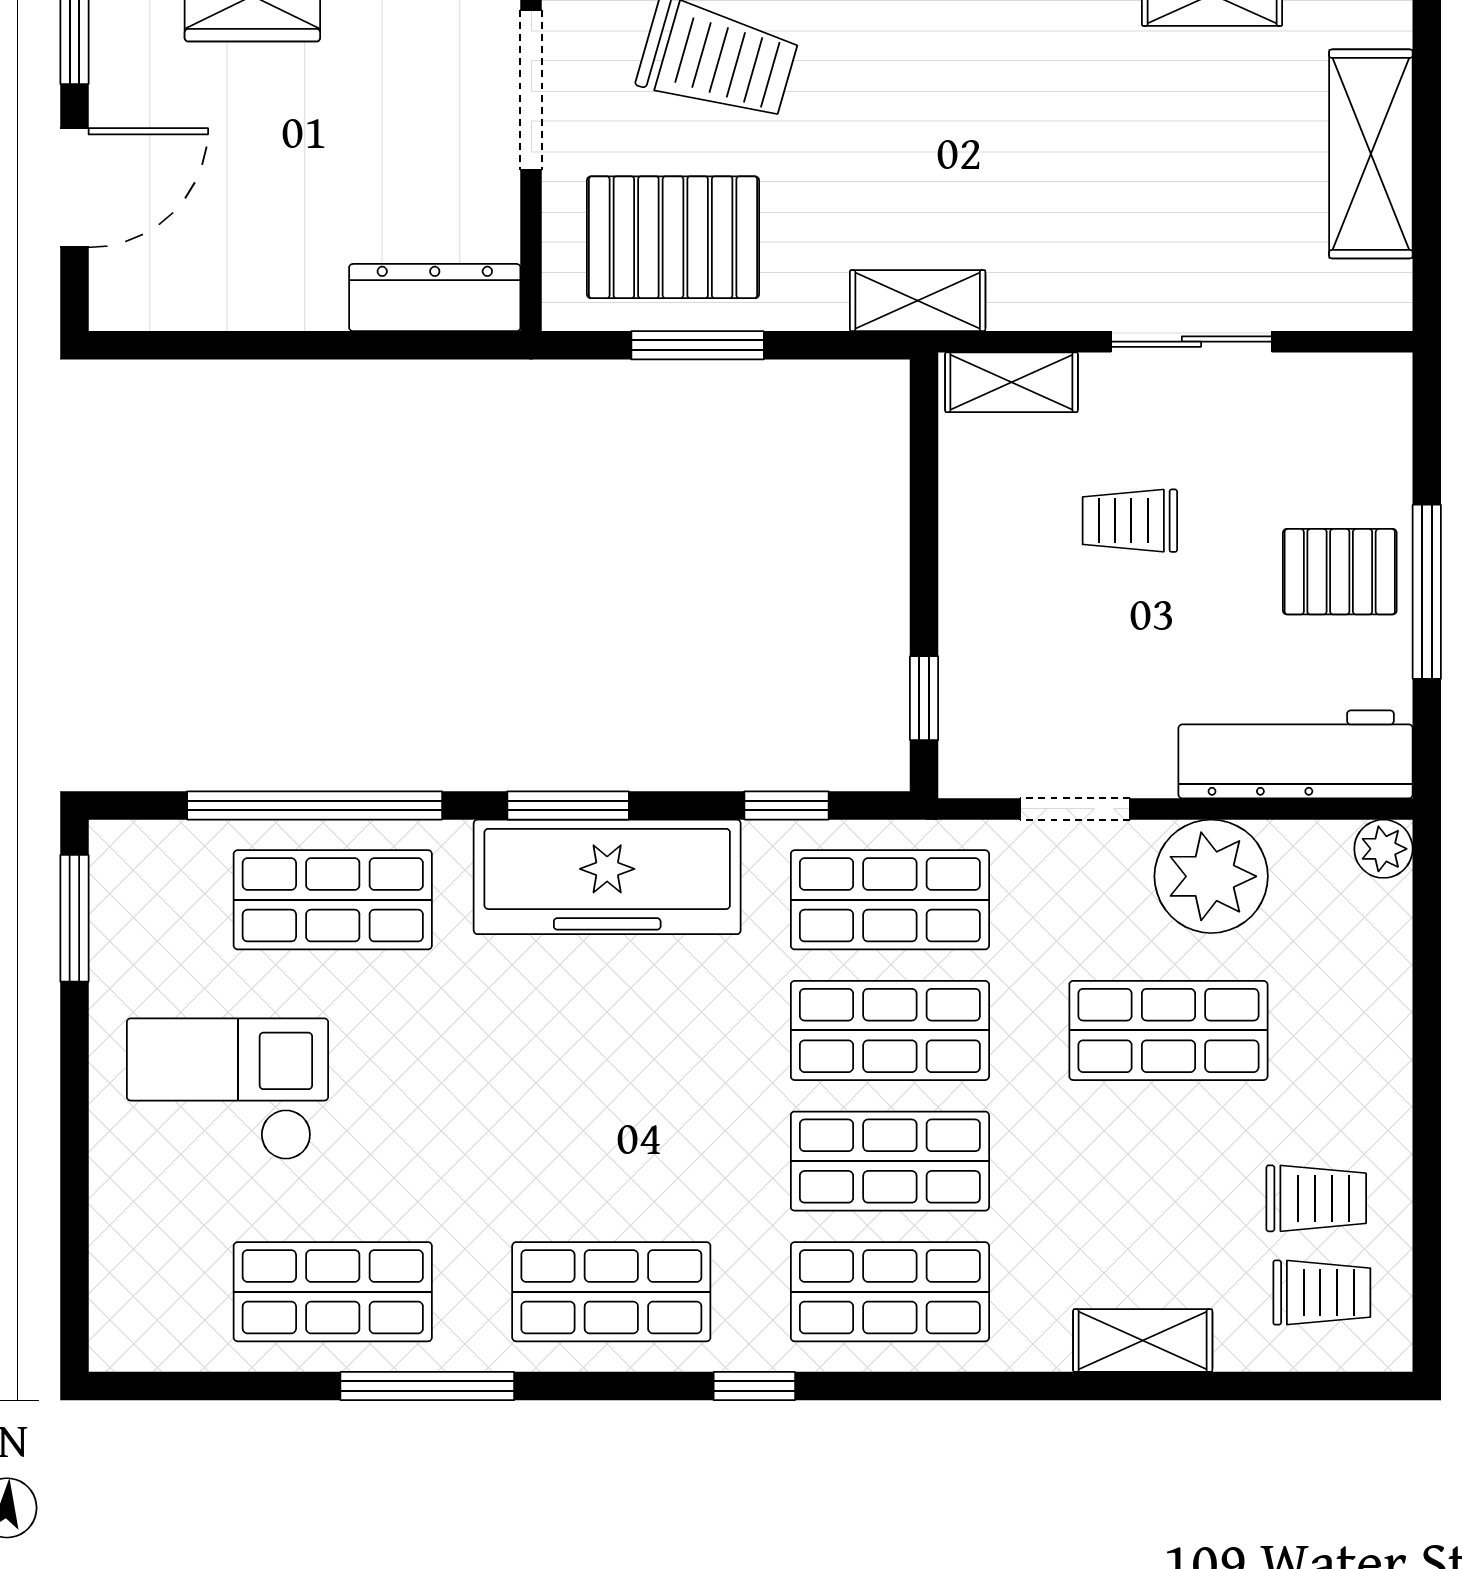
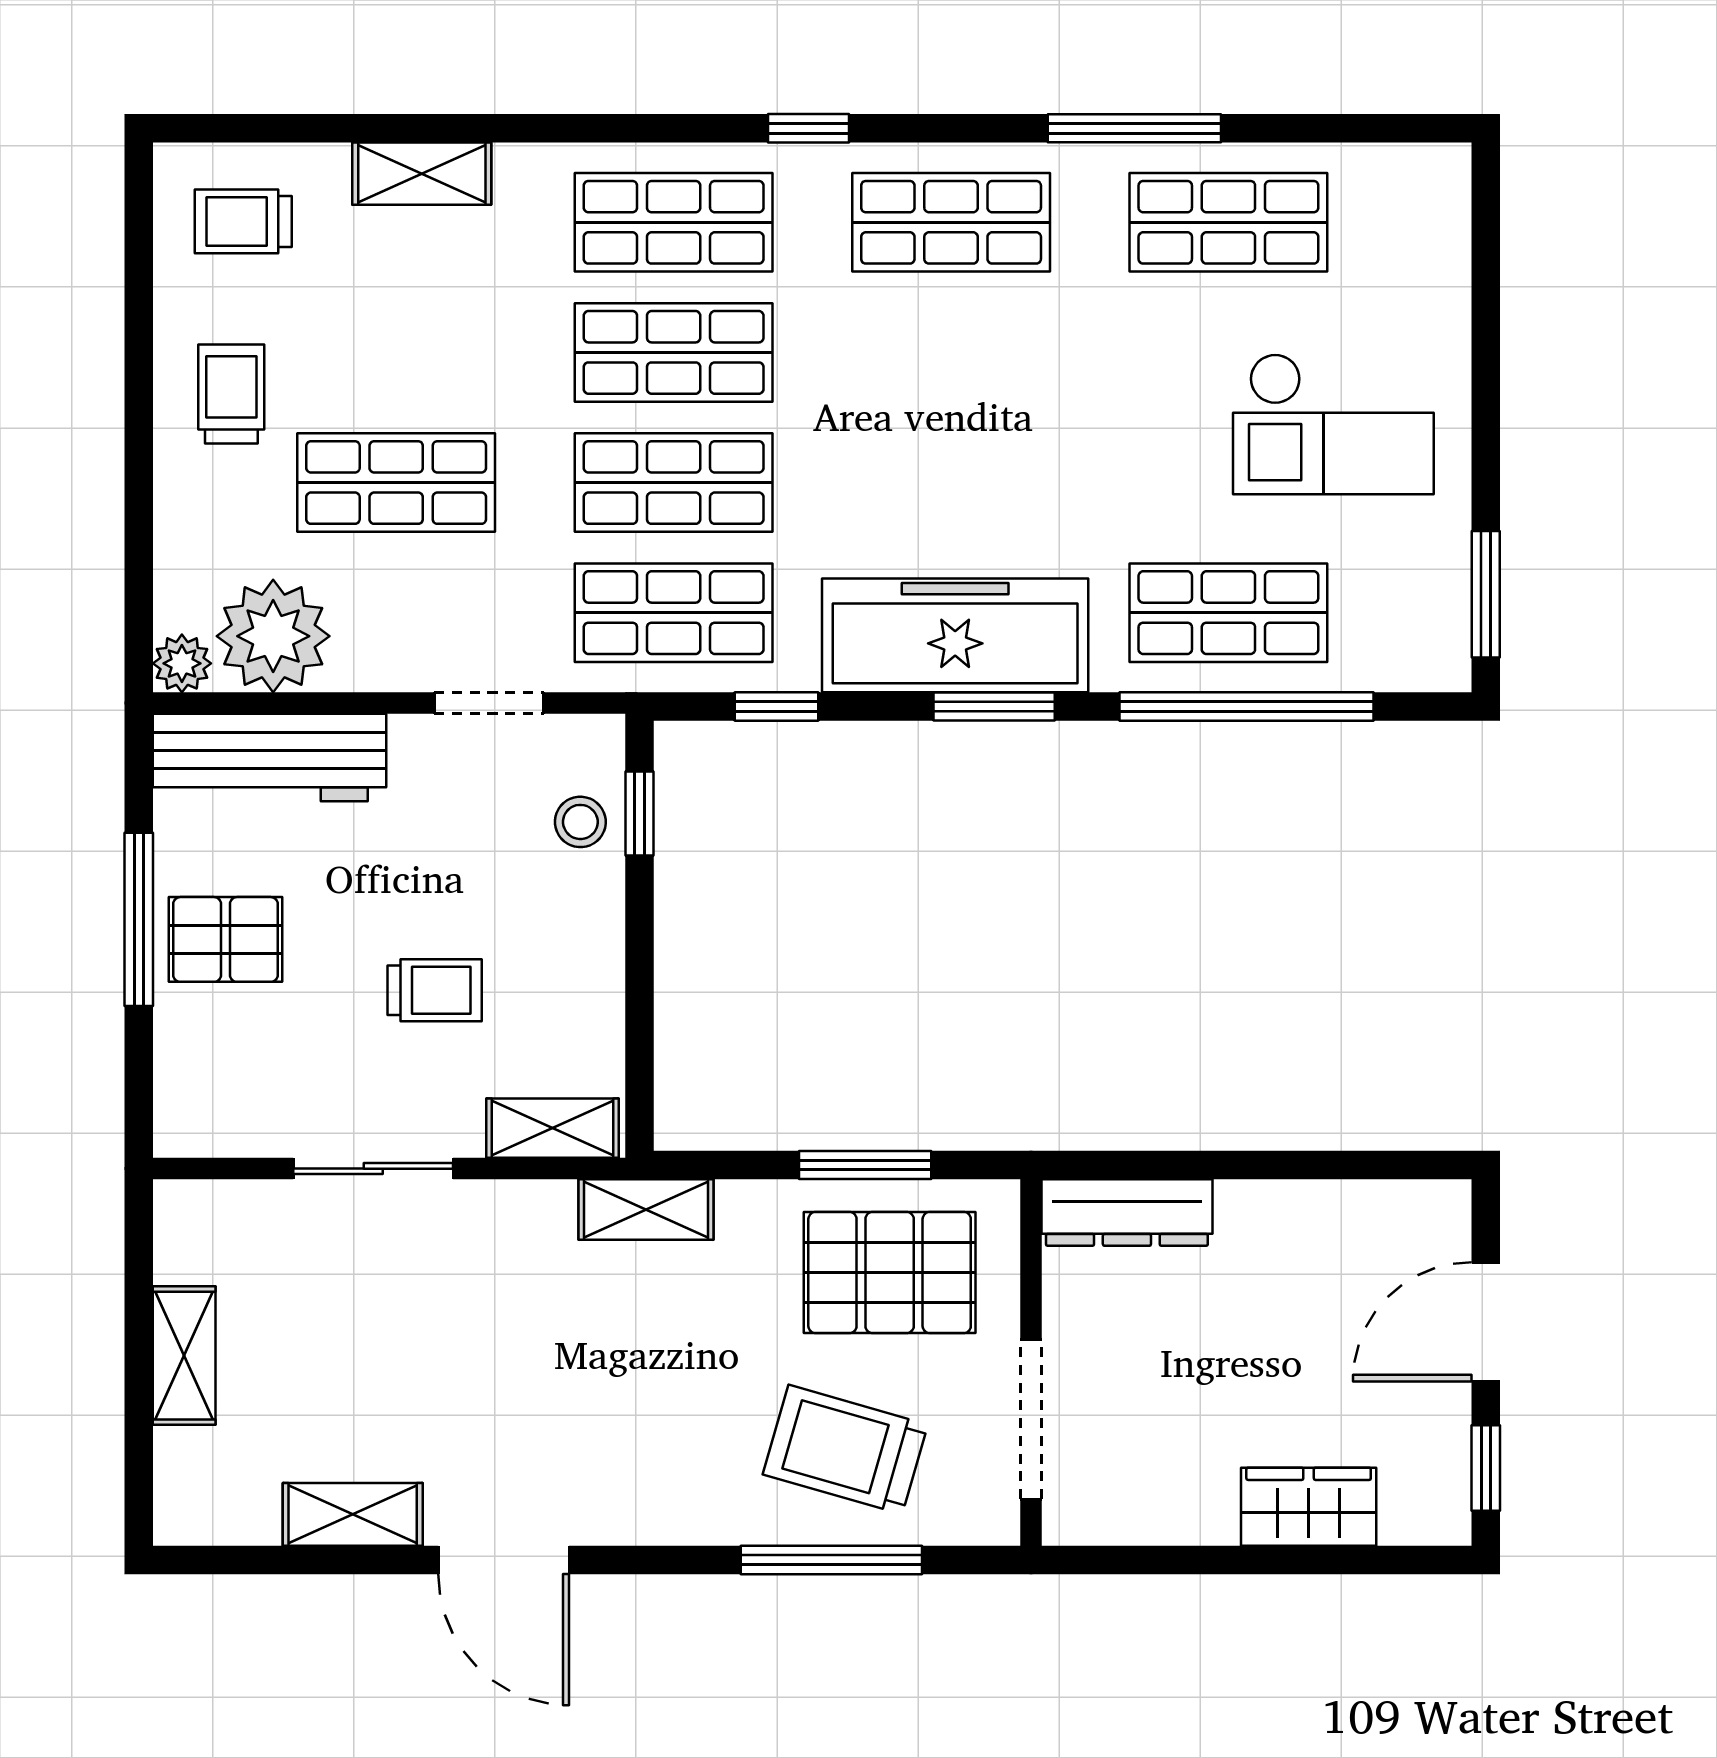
shelving: (1371, 154) -> (184, 1356), width x0.67, depth x0.75
stool: (983, 690) -> (580, 822), added
plant: (1211, 876) -> (273, 636), moved
trolley: (1316, 1198) -> (231, 394), moved, turned 90

